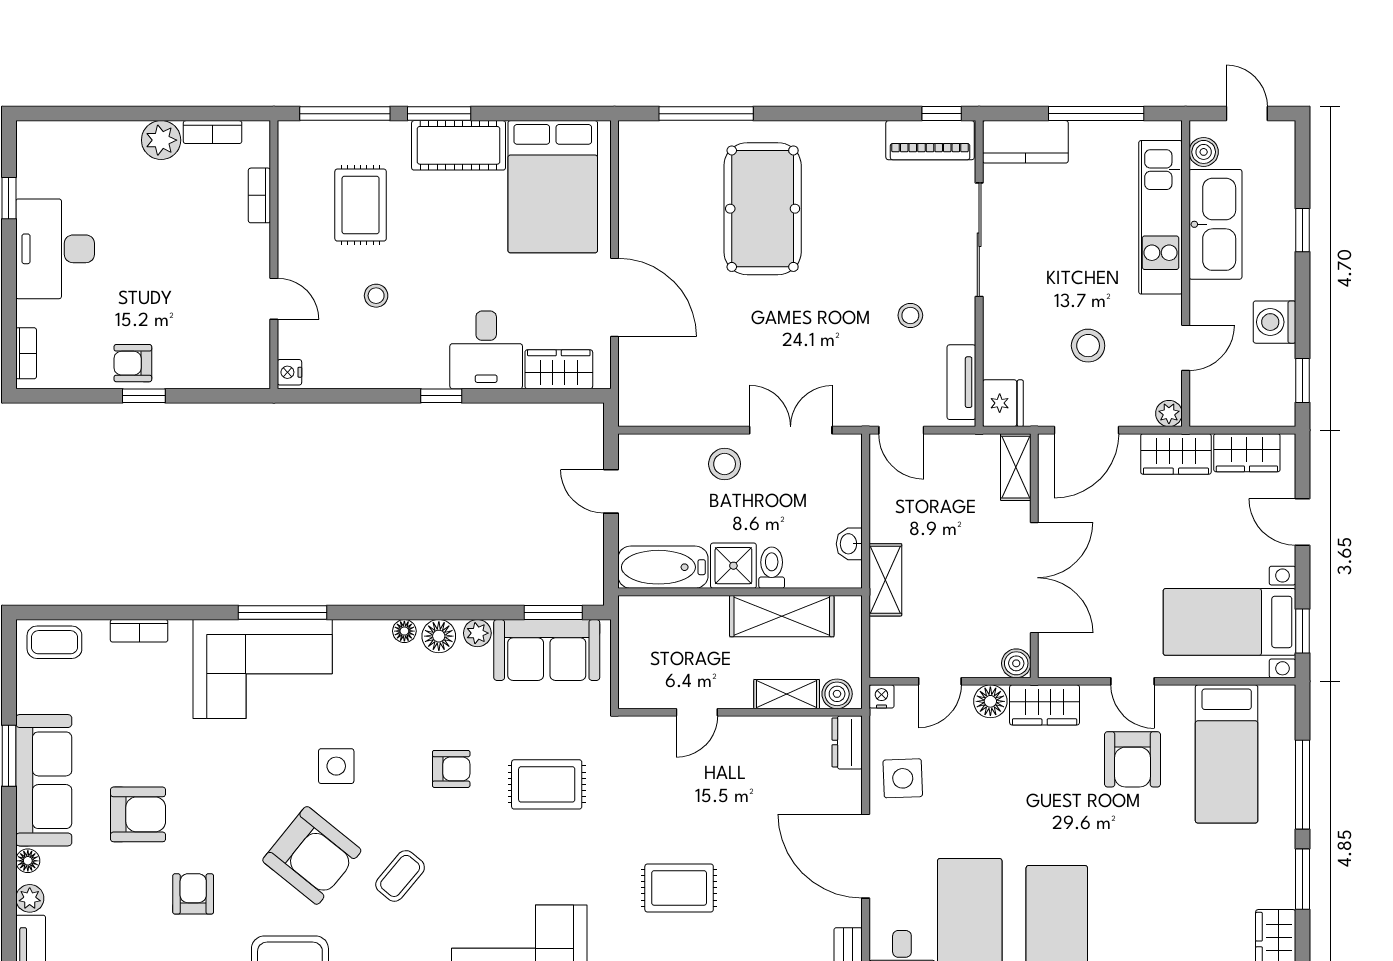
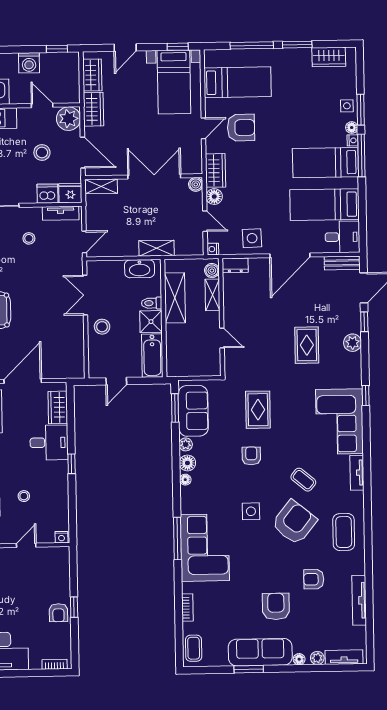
dishwasher: (1003, 356) -> (47, 194), added
plant: (1169, 413) -> (68, 119), width x1.88, depth x1.88
washbasin: (849, 544) -> (140, 269), width x1.91, depth x1.45

